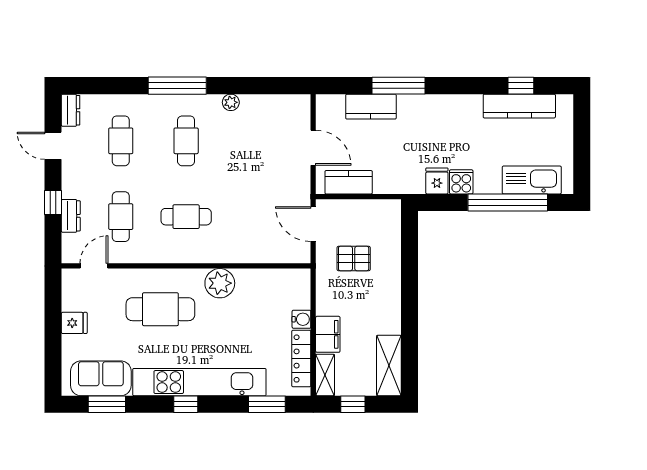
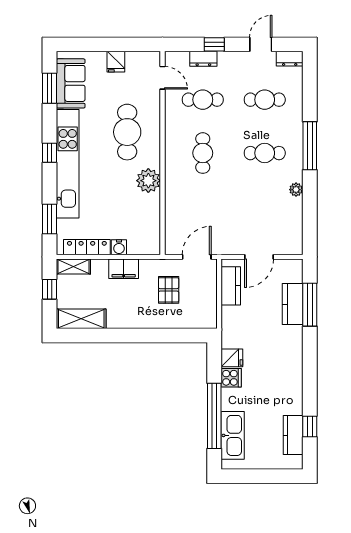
window: (399, 86) -> (310, 305), moved
kitchen counter: (519, 106) -> (293, 435), width x0.67
filing cabinet: (328, 334) -> (124, 269), moved

